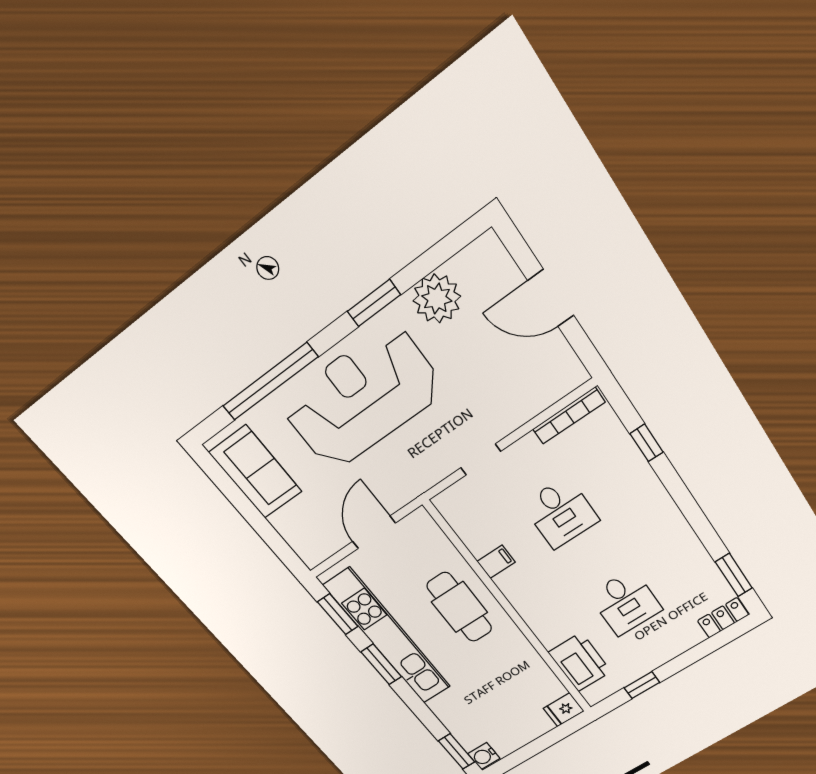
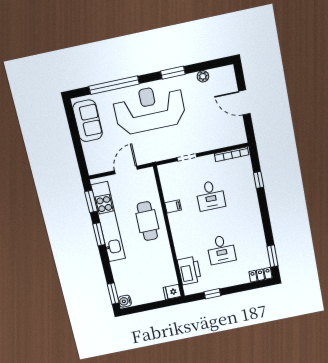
plant: (437, 299) -> (203, 76), width x0.53, depth x0.53

